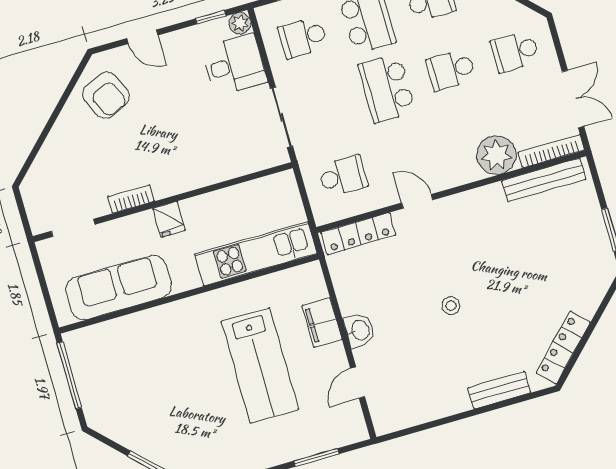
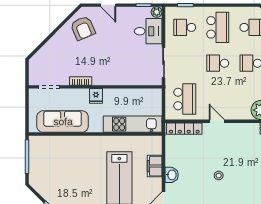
school desk: (387, 88) -> (218, 63), width x0.54
school desk: (343, 176) -> (185, 99), width x1.85

